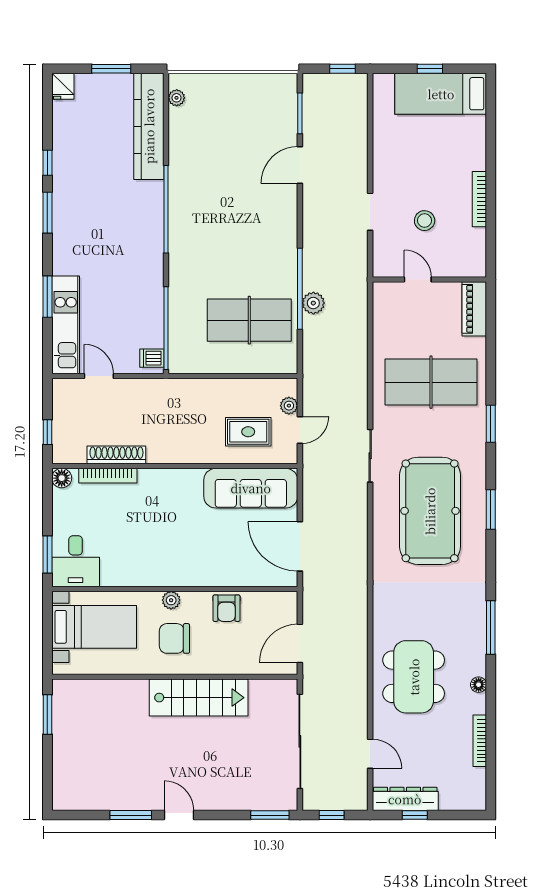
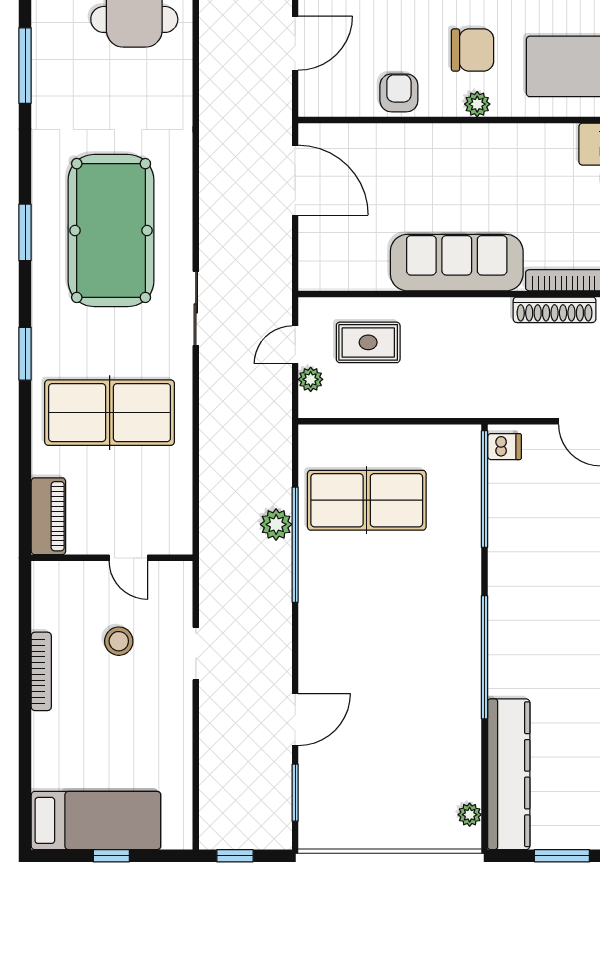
sofa: (251, 488) -> (457, 263), moved

